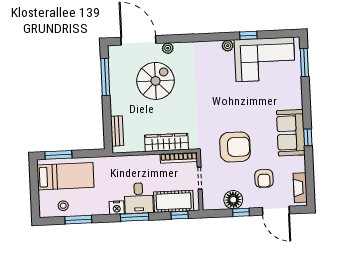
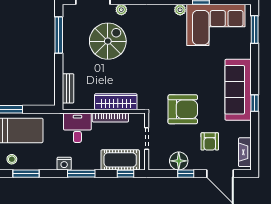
sofa: (291, 133) -> (238, 90), width x1.36
bookcase: (179, 158) -> (110, 117), moved
desk: (139, 198) -> (77, 128), moved, turned 180

